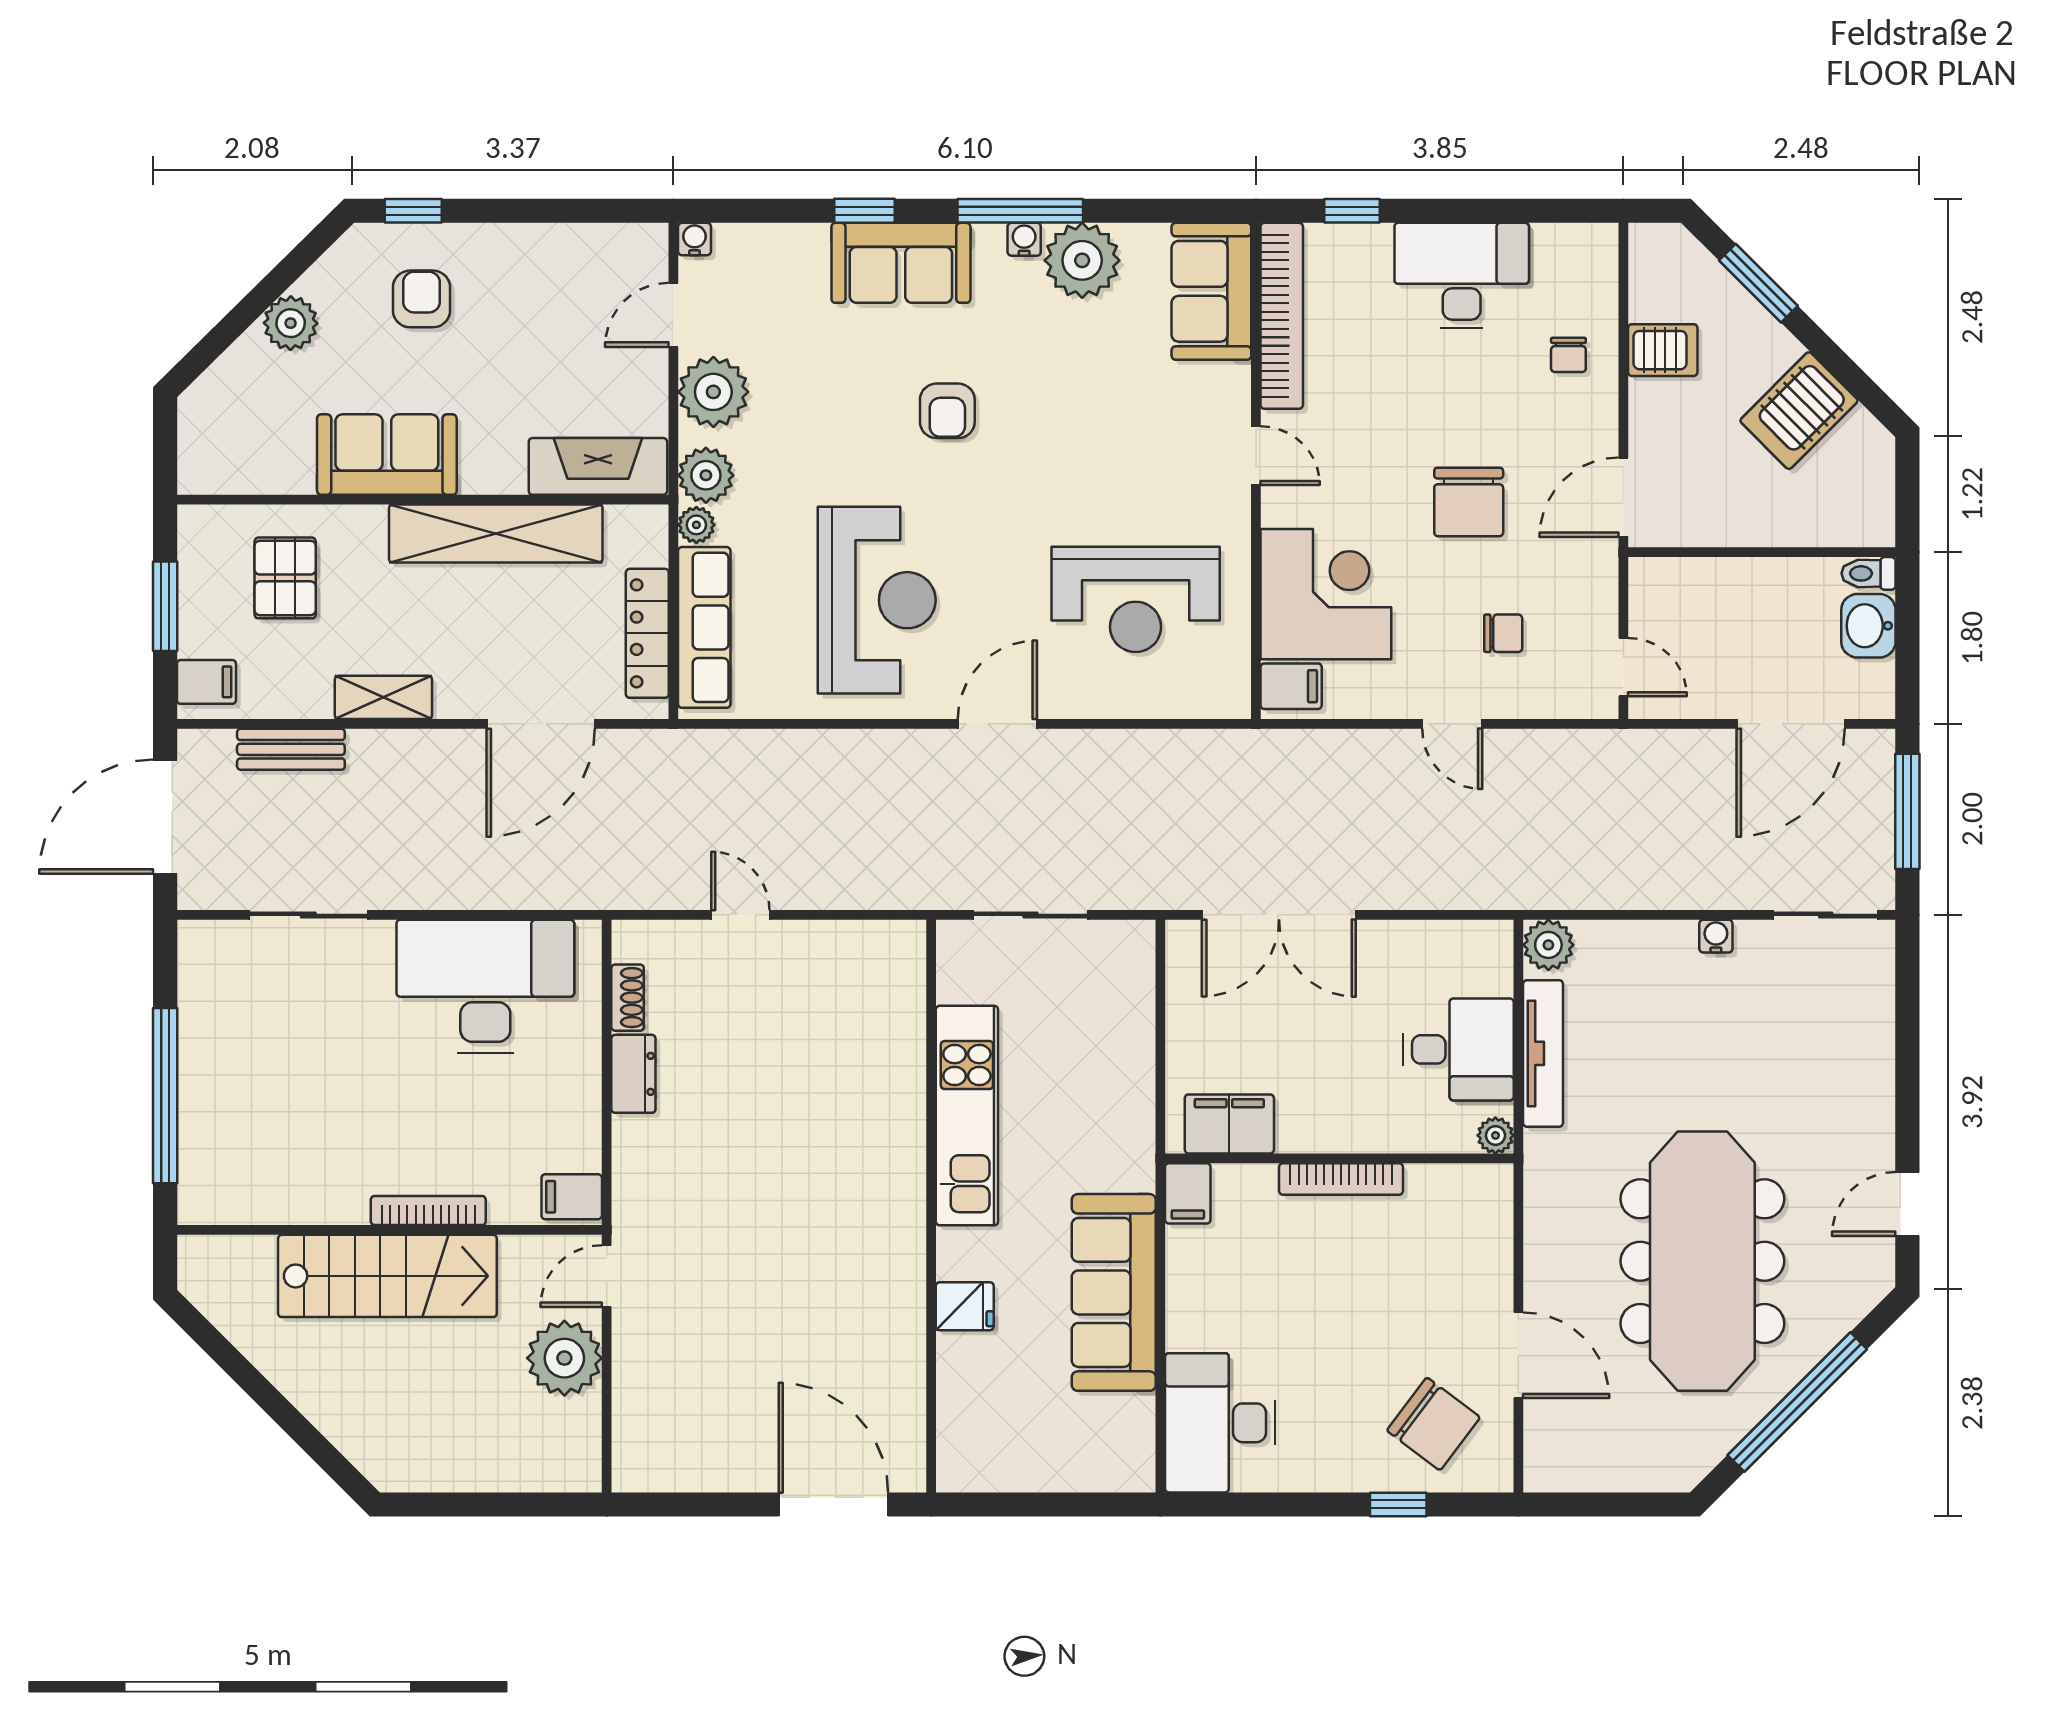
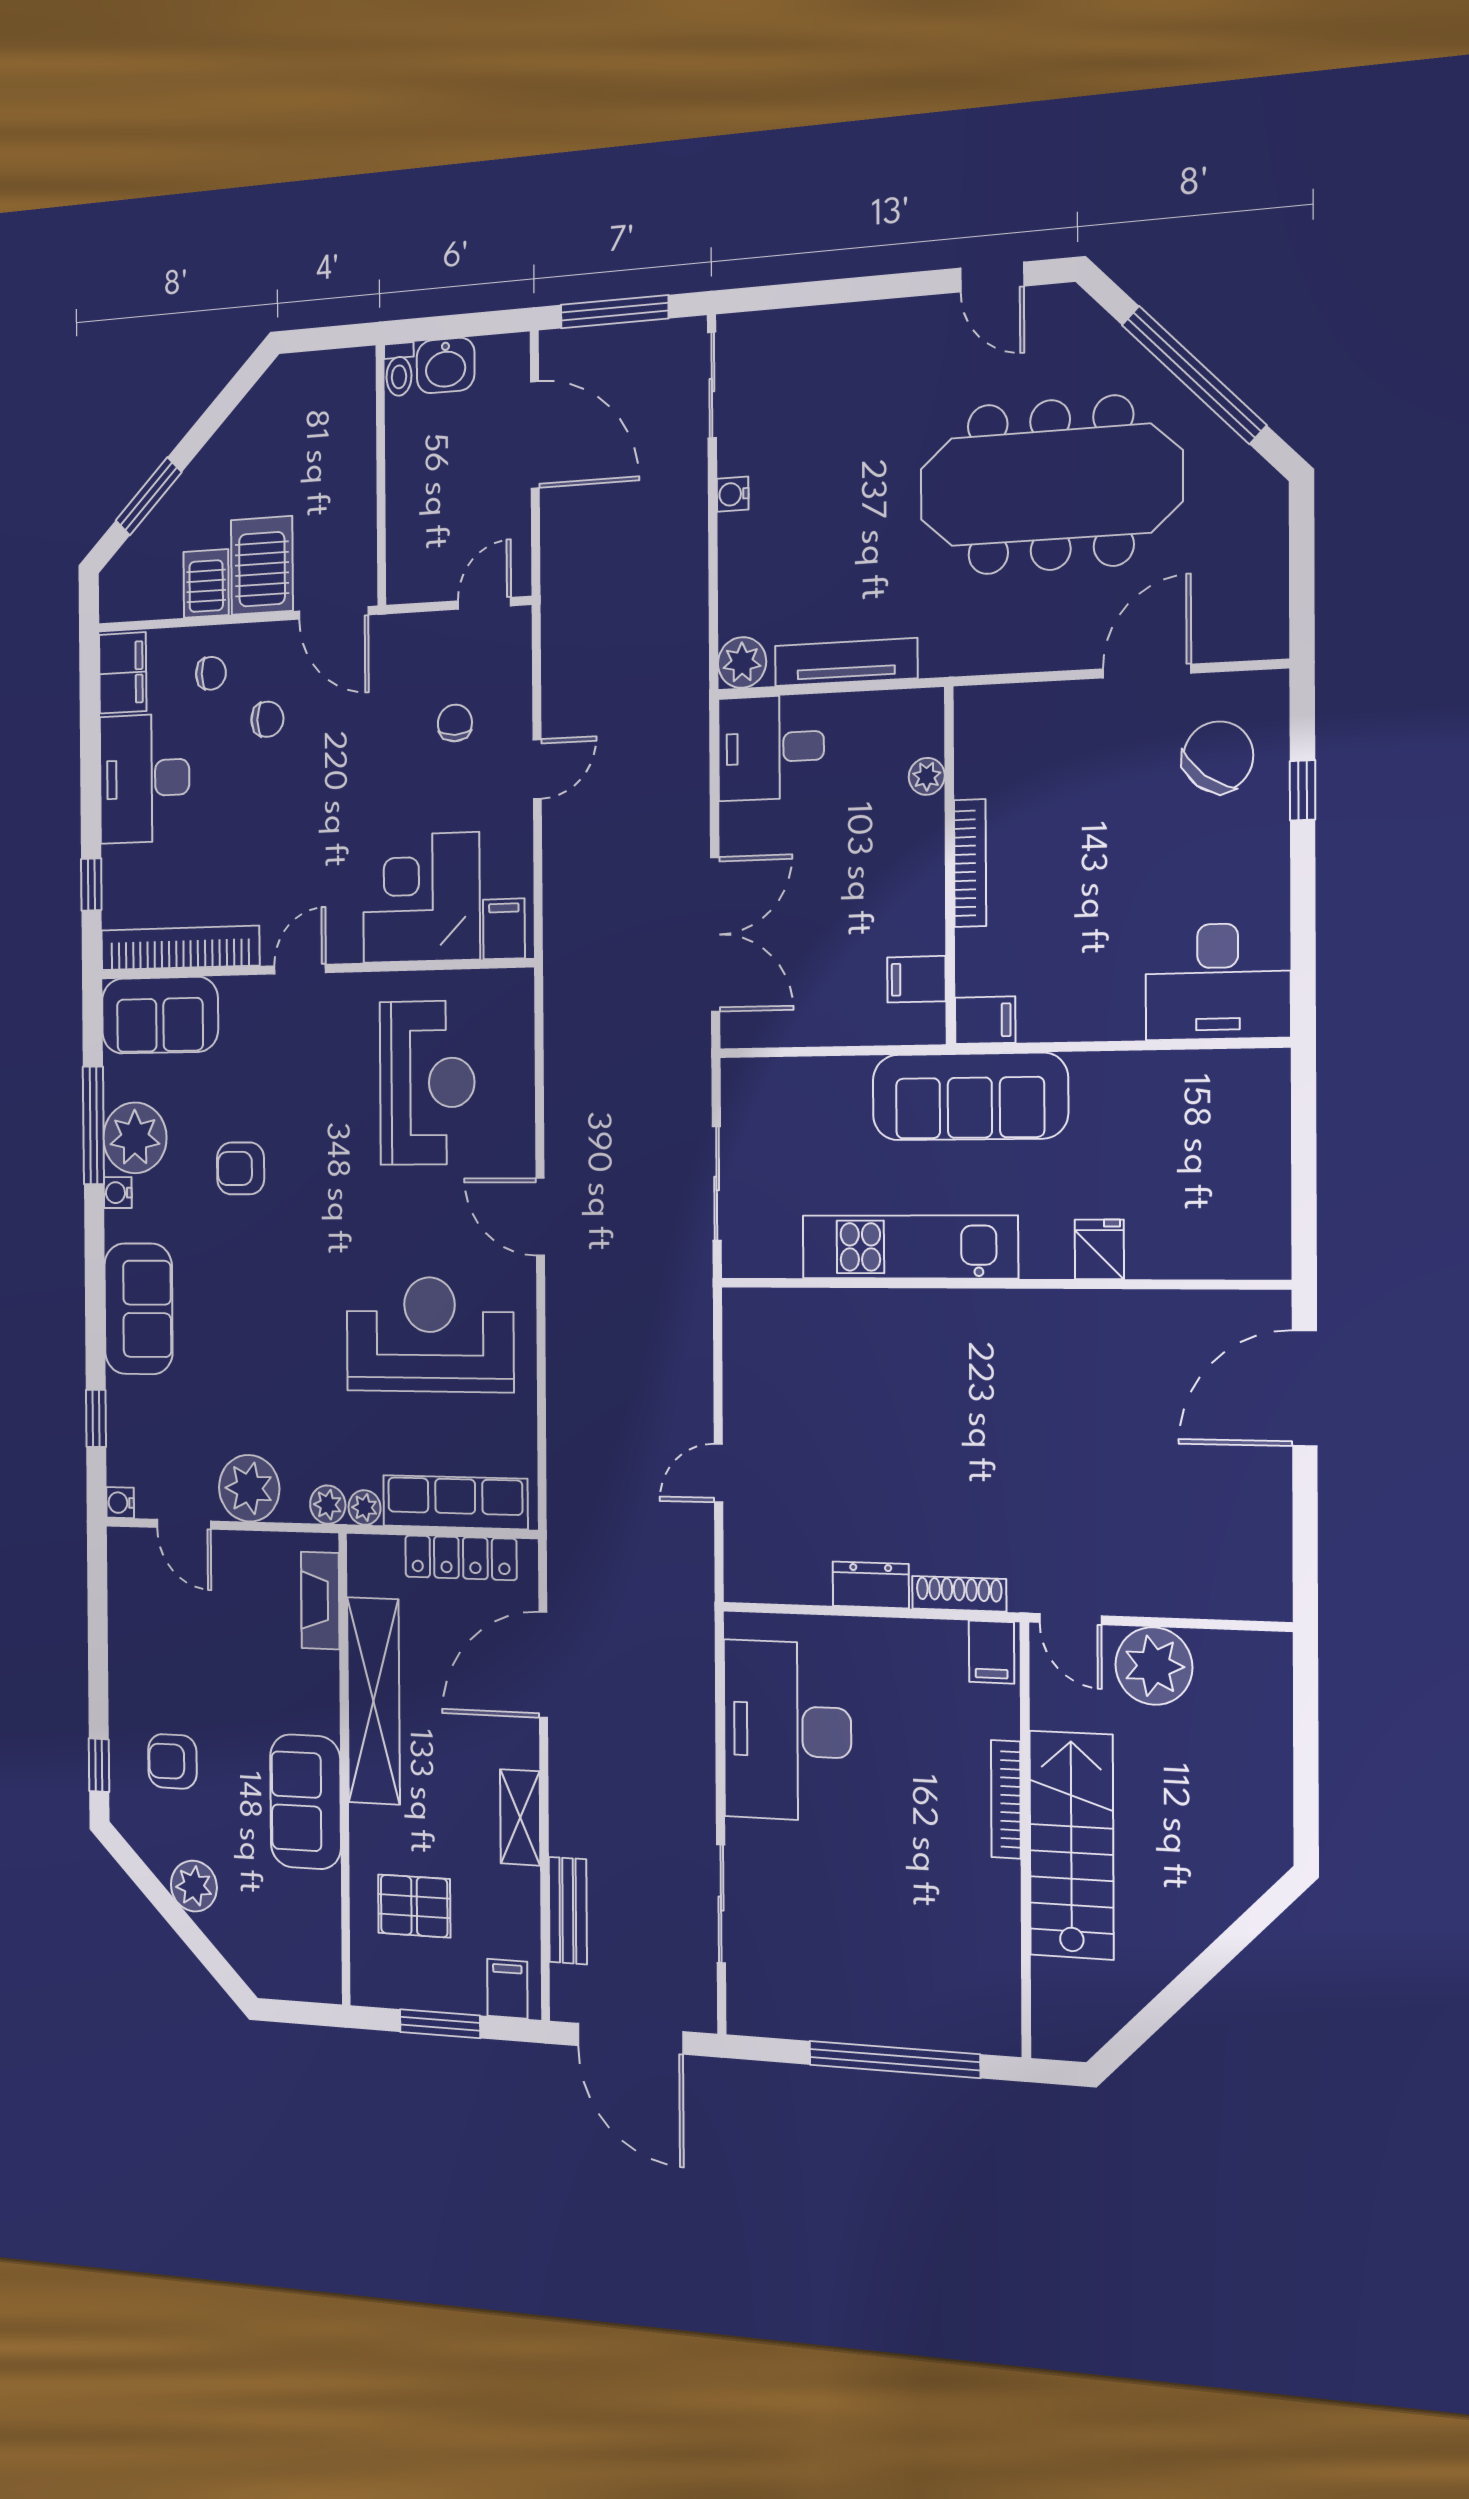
window: (864, 211) -> (96, 1418), moved
window: (1020, 211) -> (93, 1125), moved
filing cabinet: (1574, 251) -> (123, 673), added
armchair: (947, 411) -> (241, 1168), moved, turned 180
server rack: (1799, 411) -> (262, 565), moved, turned -135
fireplace: (598, 466) -> (320, 1601), width x0.73, depth x0.76
plant: (706, 475) -> (328, 1505), width x0.73, depth x0.73
chair: (1469, 502) -> (267, 719), moved, width x0.54, depth x0.54
door: (541, 724) -> (543, 1665), swing flipped
shoe rack: (628, 998) -> (959, 1594), moved, width x1.43
desk: (1459, 1049) -> (771, 748), moved, turned -90
filing cabinet: (1229, 1124) -> (916, 979), width x0.50
plant: (1495, 1135) -> (927, 776), moved
sofa: (1114, 1292) -> (970, 1097), moved

